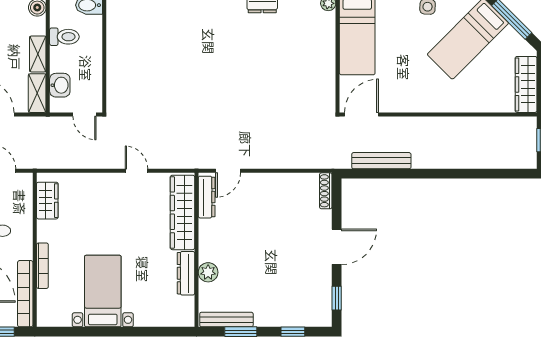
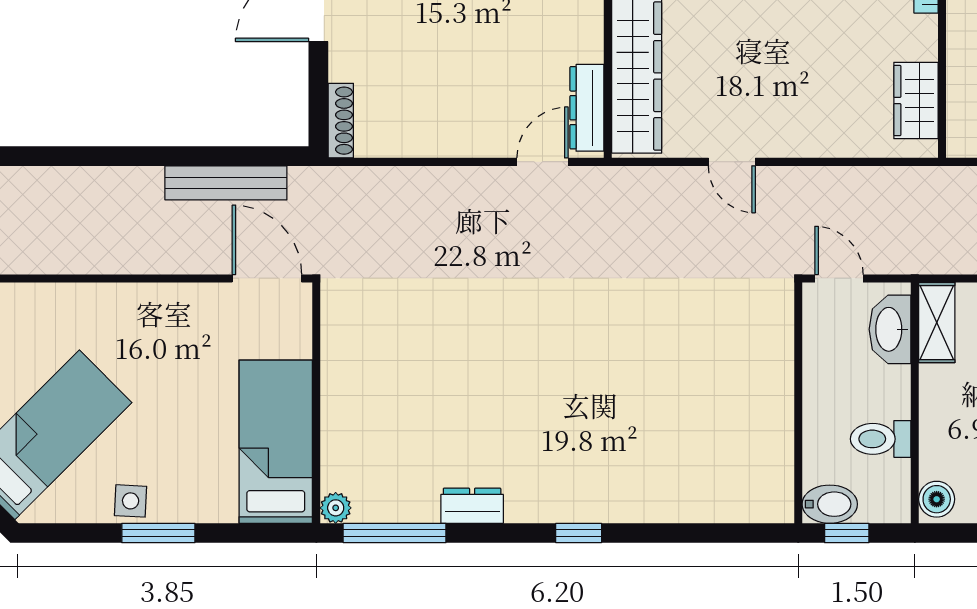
shelving: (38, 54) -> (936, 403), removed
washbasin: (60, 85) -> (890, 329), width x1.38
door: (361, 114) -> (267, 278), swing flipped

